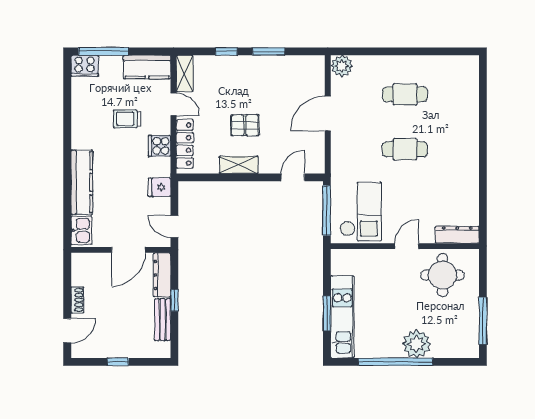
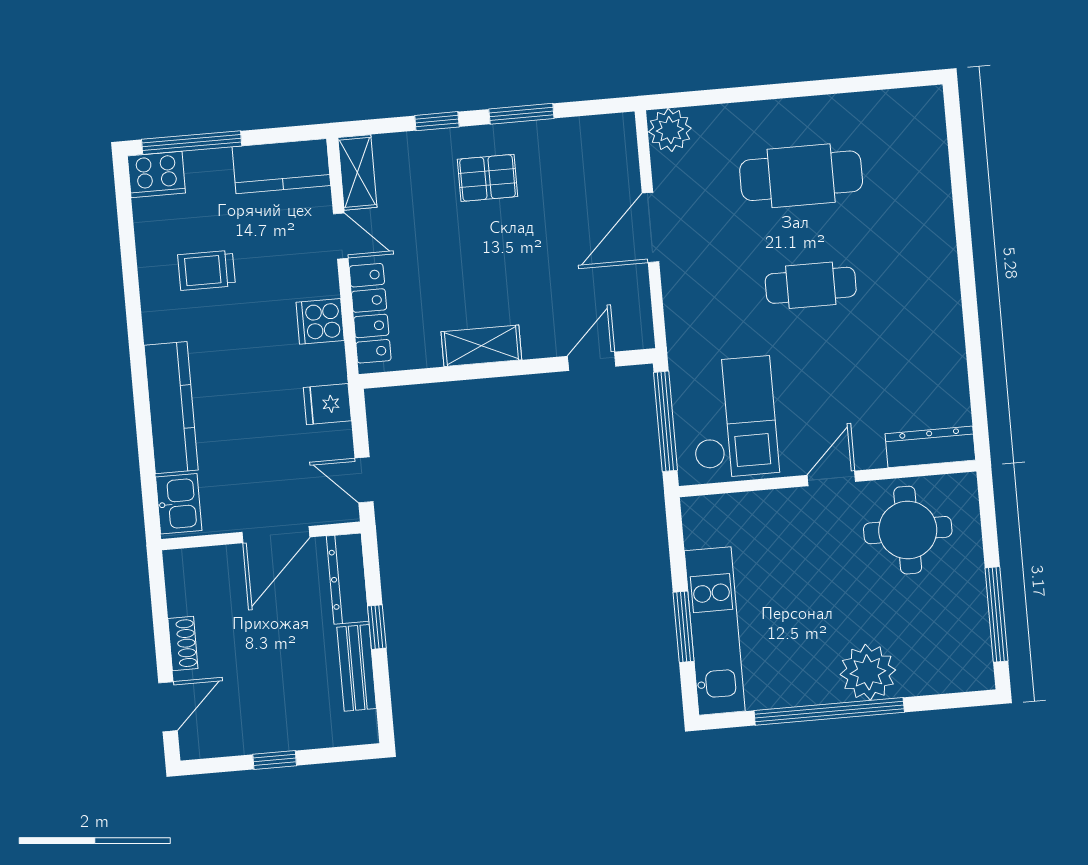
cafe table: (405, 94) -> (801, 176), width x1.37, depth x1.35
trolley: (127, 119) -> (207, 270), moved
pallet: (245, 125) -> (488, 178), moved

